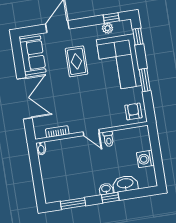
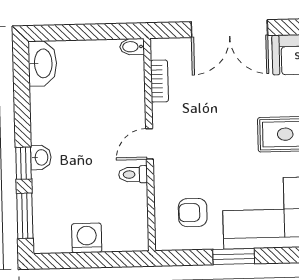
armchair: (133, 111) -> (193, 213), moved, turned 180
washbasin: (125, 184) -> (42, 63), moved
window: (73, 204) -> (25, 216), moved

